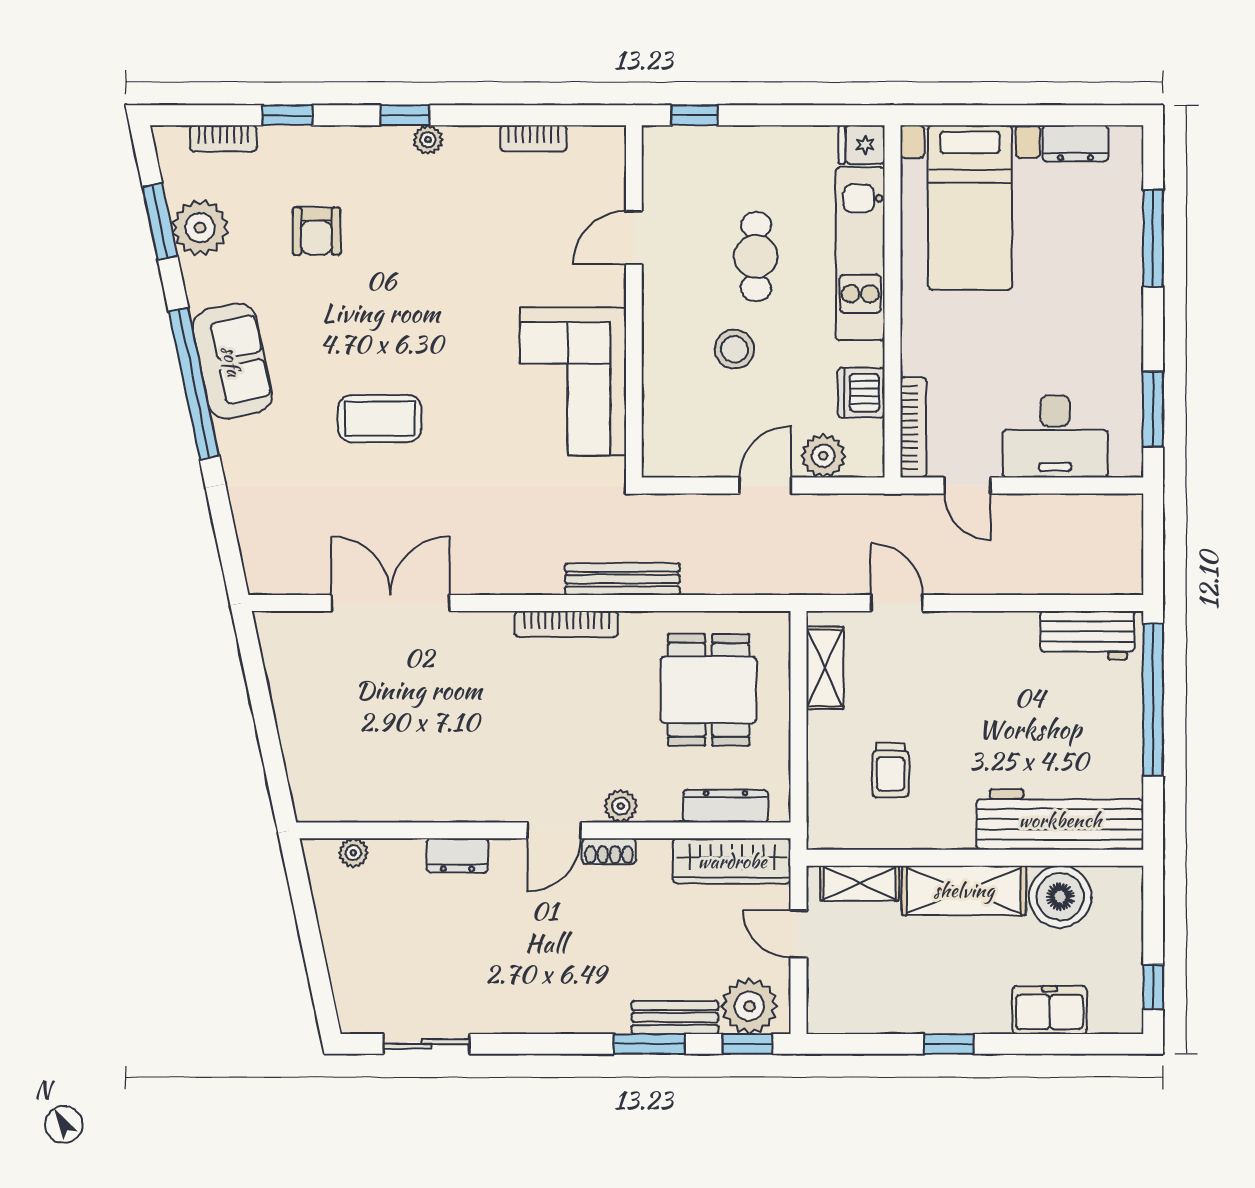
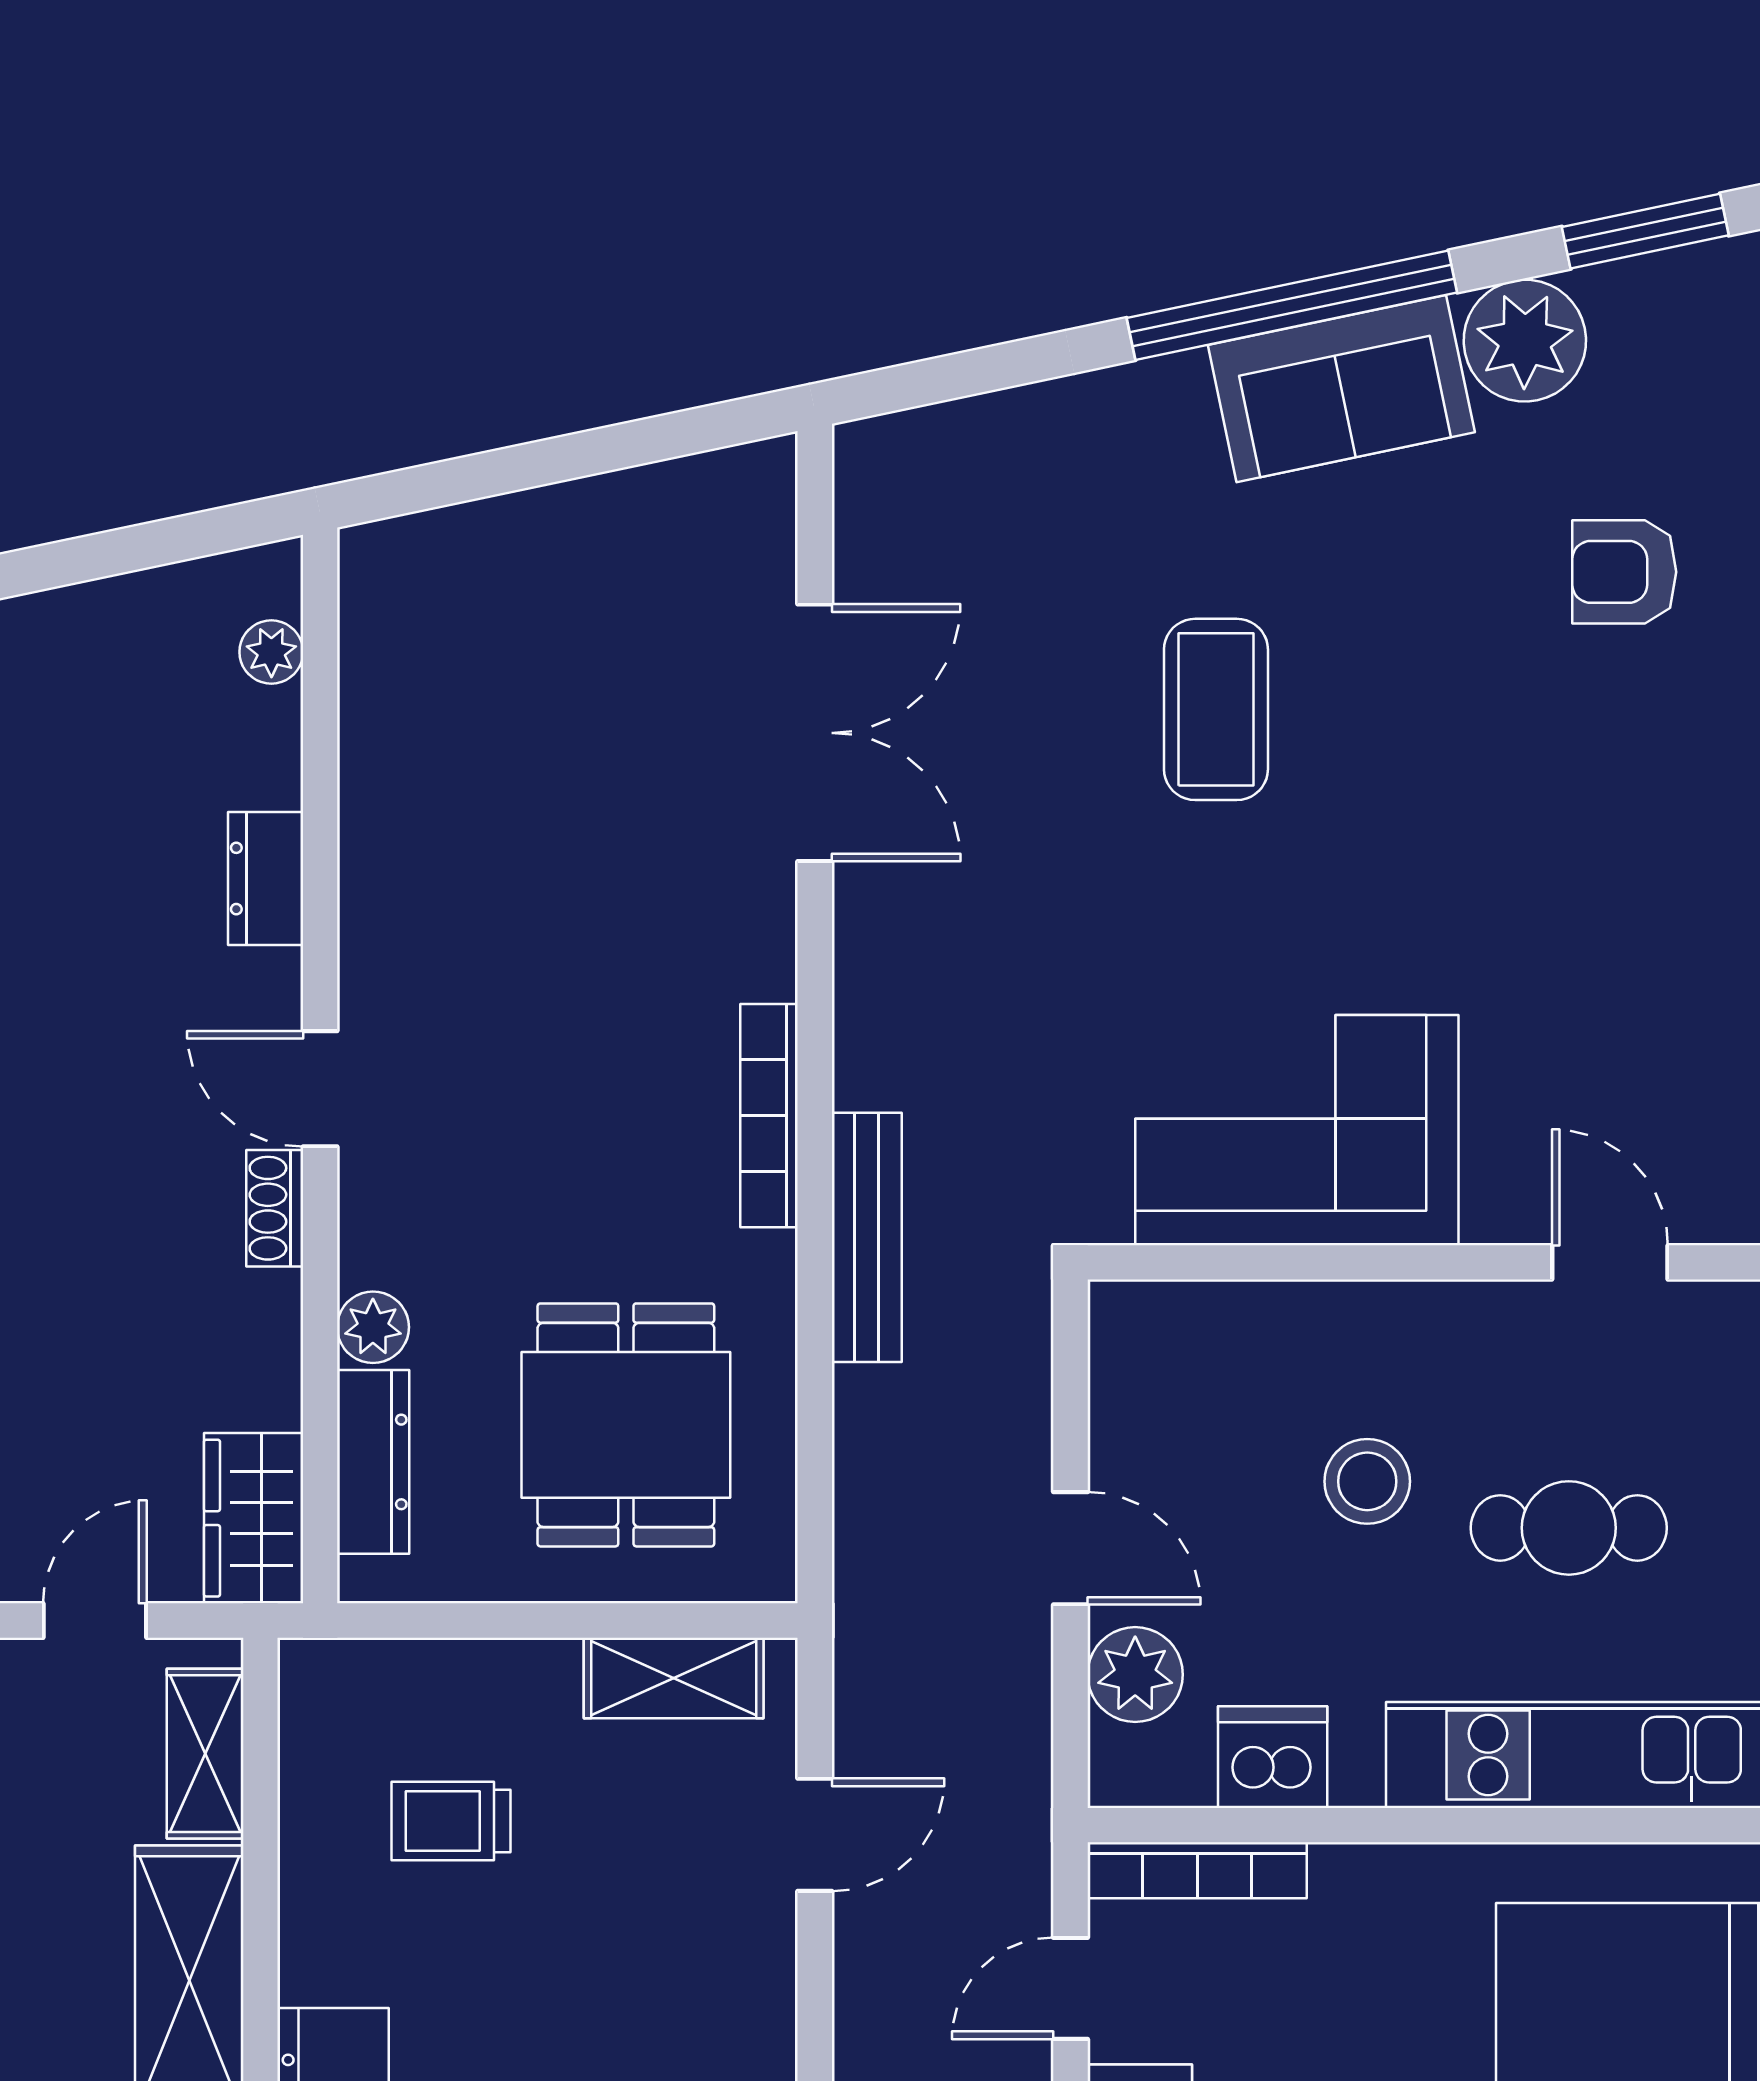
plant: (200, 228) -> (1525, 341), moved
dining table: (709, 690) -> (626, 1425), turned 90
plant: (621, 806) -> (373, 1327), moved
wardrobe: (732, 861) -> (254, 1518), width x0.67

